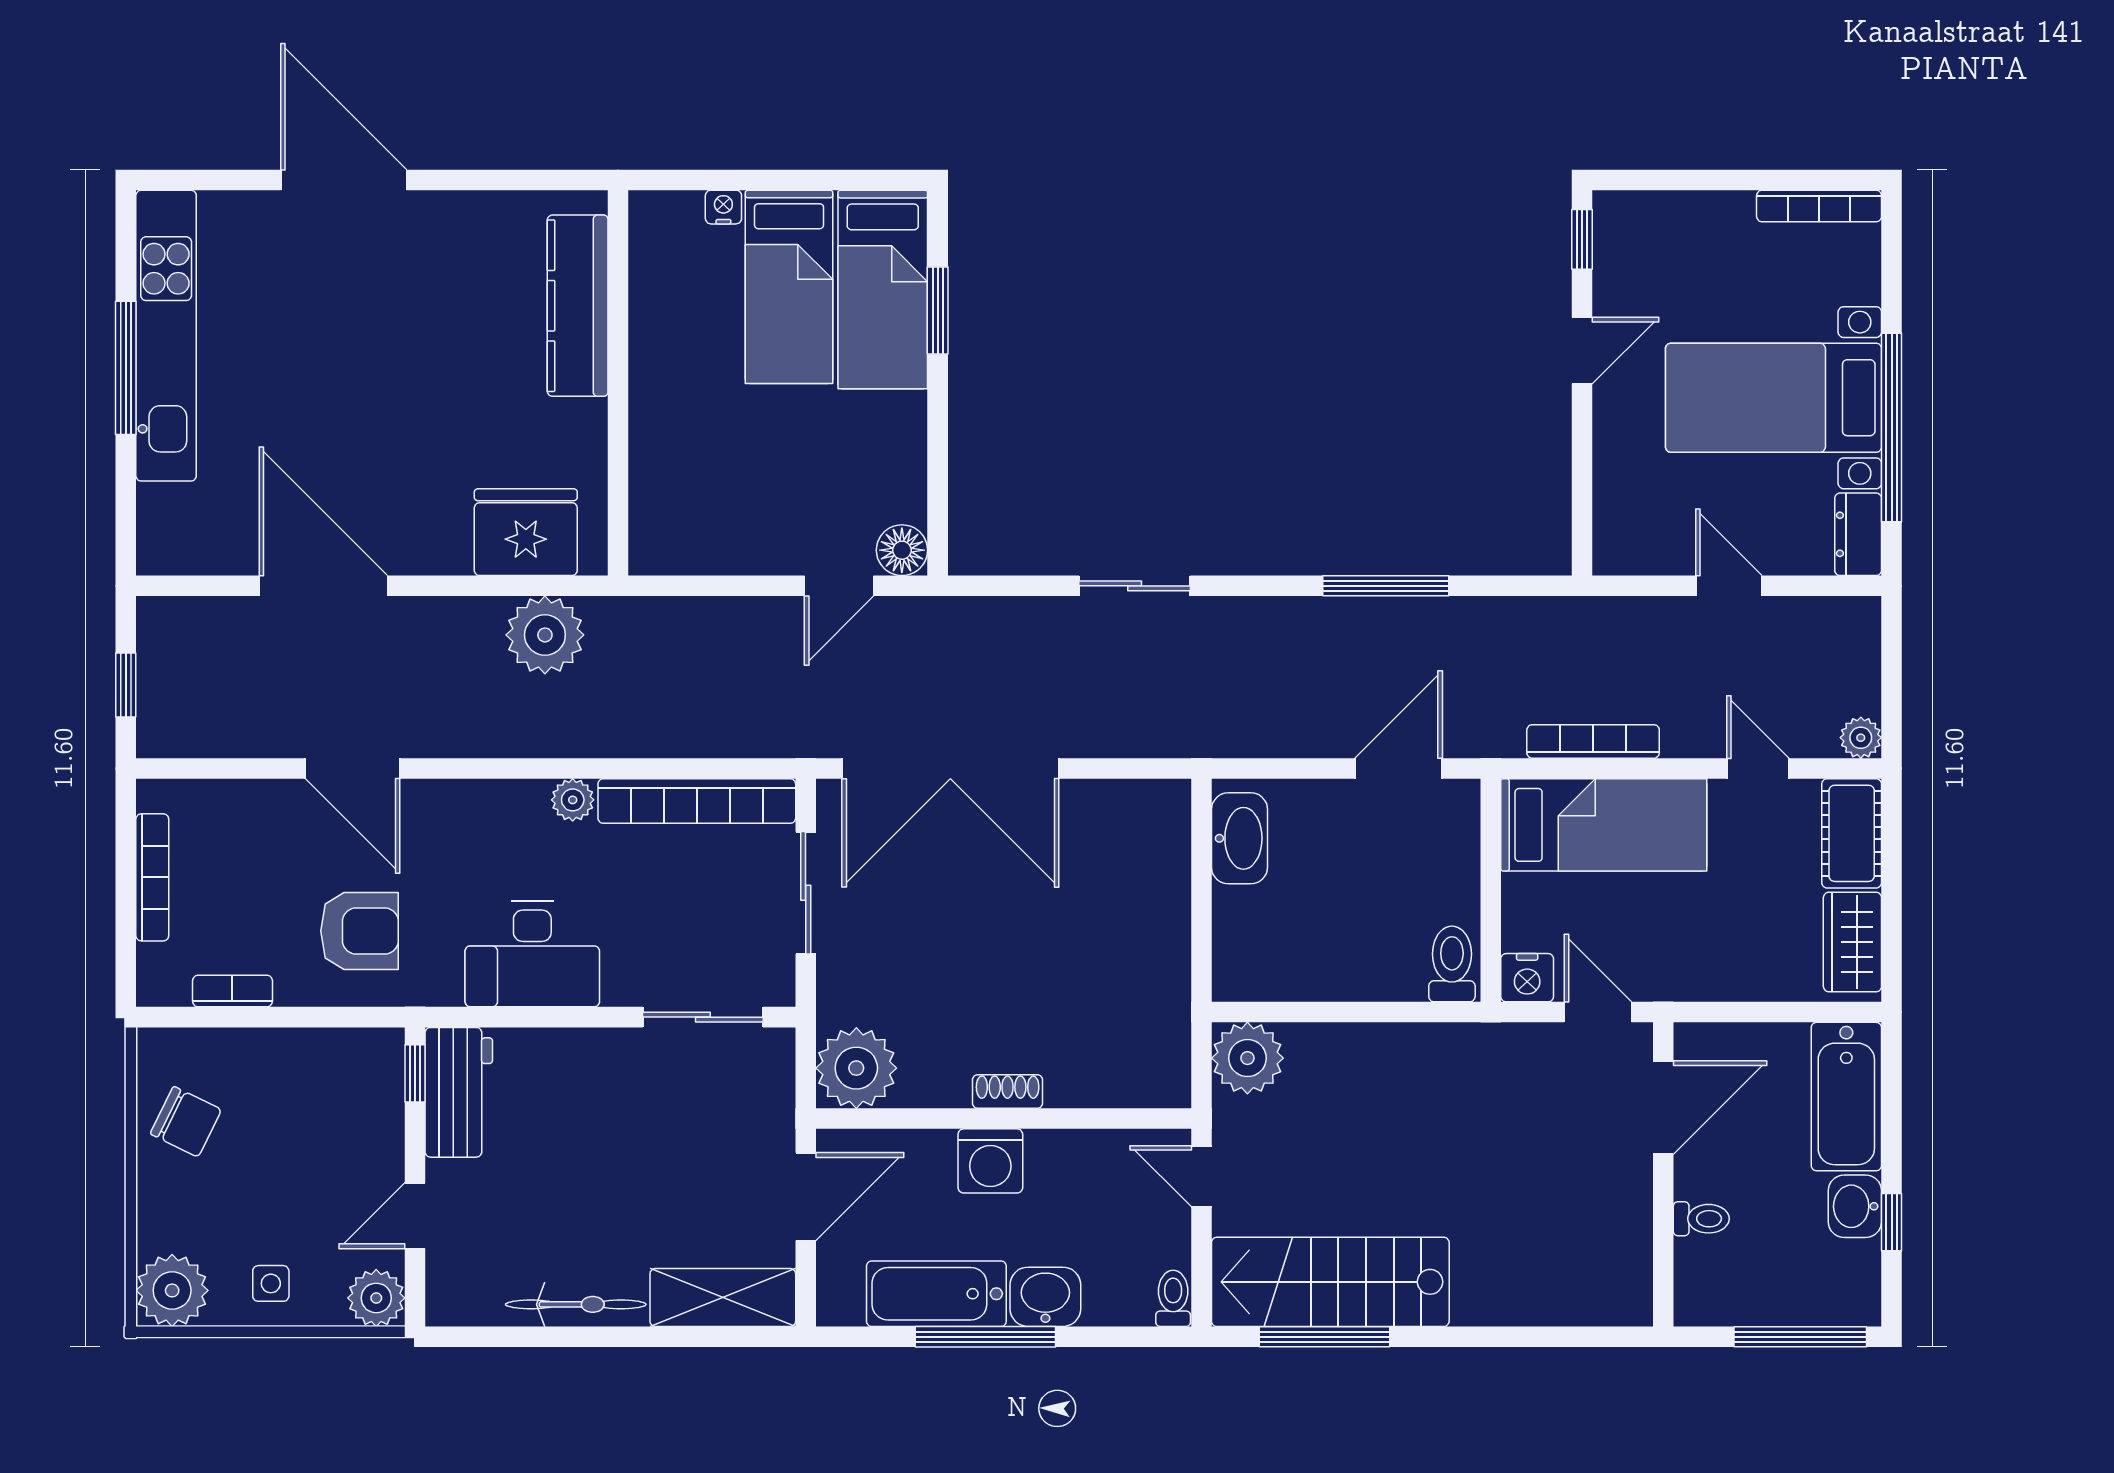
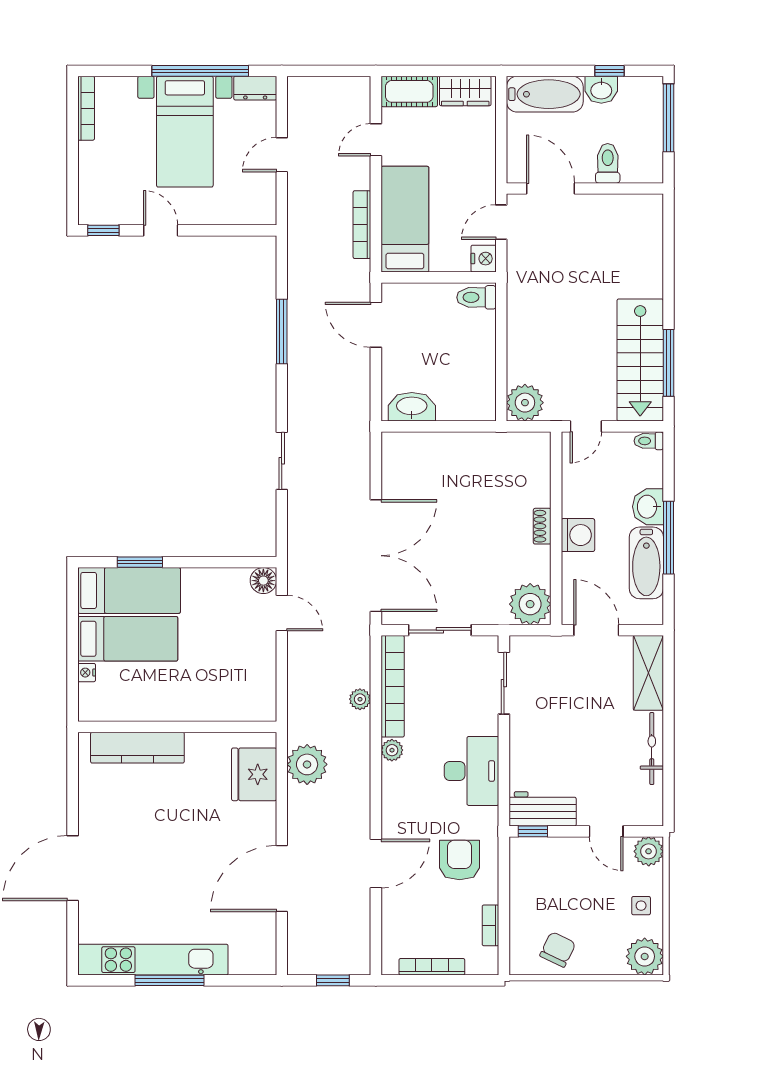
plant: (1861, 738) -> (360, 699), moved
toilet: (1701, 1219) -> (608, 163), width x1.37, depth x1.39

